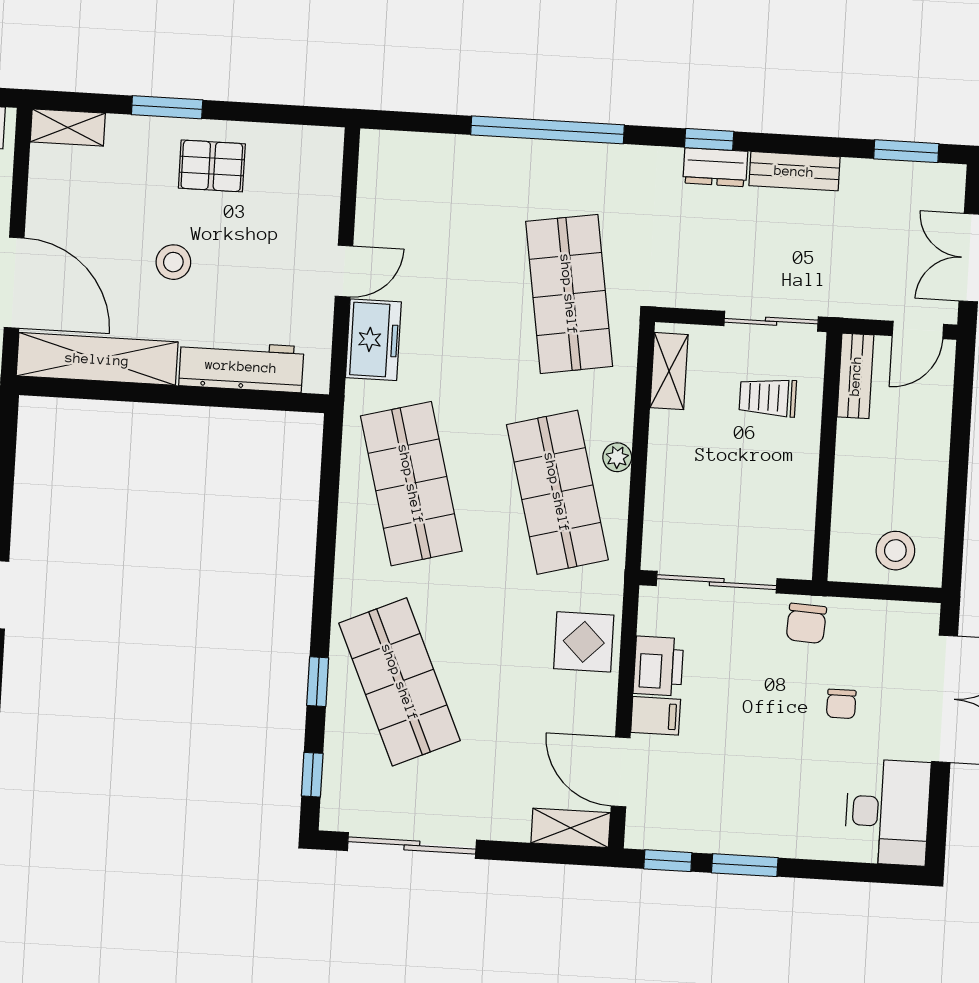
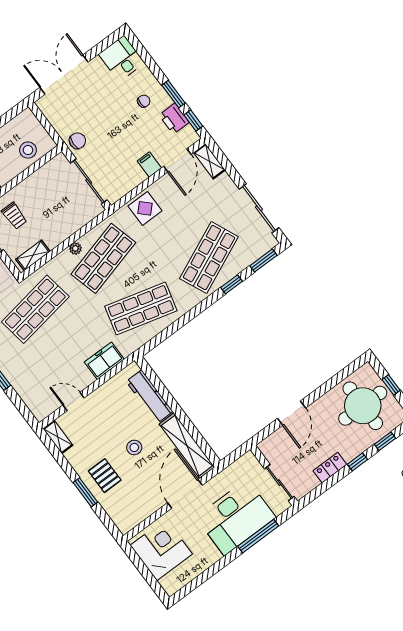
shelving: (68, 127) -> (58, 437), moved
pallet: (212, 166) -> (105, 476), moved
door: (344, 271) -> (74, 402), moved
shop shelf: (411, 484) -> (141, 308), turned 30
stool: (895, 551) -> (28, 150), moved
printer: (658, 666) -> (174, 119), moved, turned -90
chair: (841, 704) -> (144, 101), moved
window: (312, 775) -> (263, 260), width x1.50
desk: (887, 812) -> (122, 58), width x0.73

